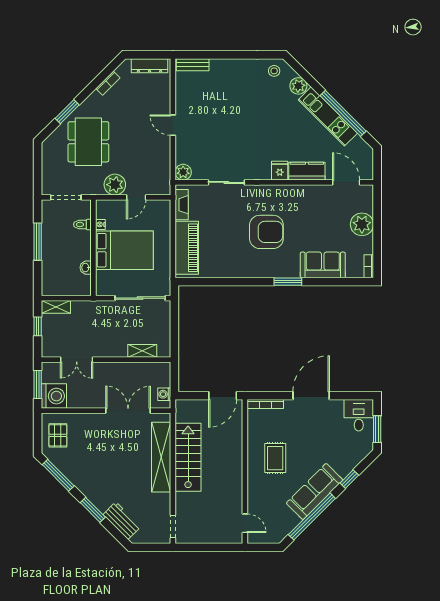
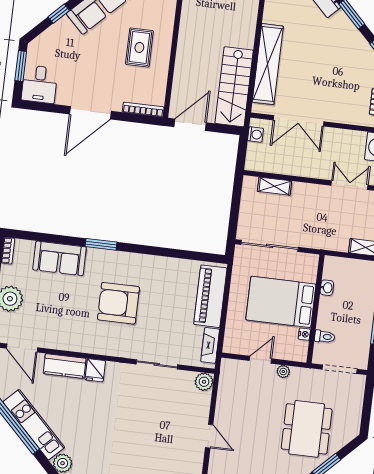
plant: (115, 185) -> (283, 371), width x0.53, depth x0.53
stairs: (188, 457) -> (234, 87), moved

